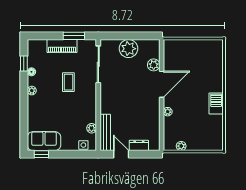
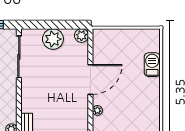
plant: (154, 65) -> (81, 36), moved
barbecue: (216, 104) -> (152, 65), moved

